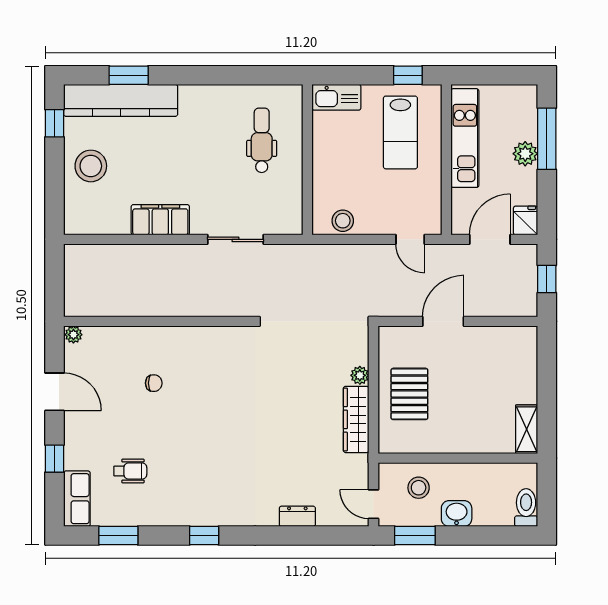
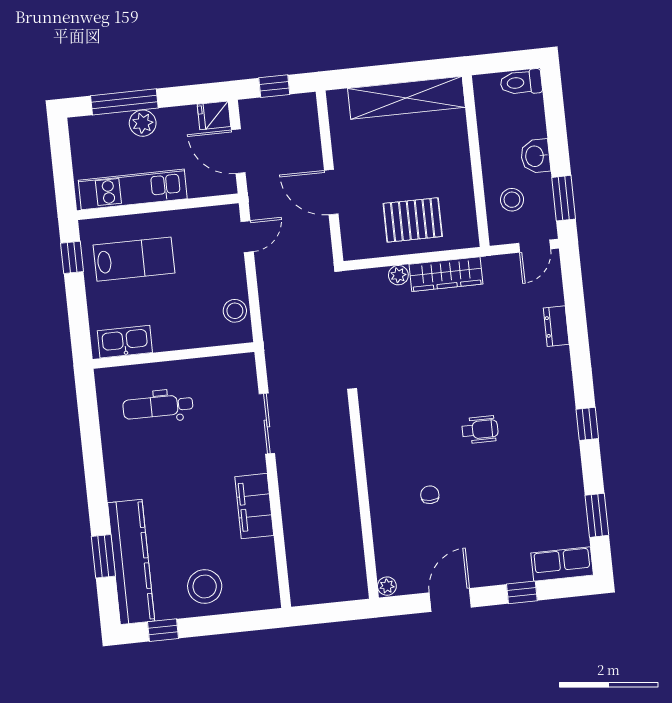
kitchen sink: (336, 97) -> (125, 342), moved, turned -90
shelving: (527, 429) -> (406, 98), width x2.20, depth x1.33
wheelchair: (130, 471) -> (480, 430), moved, turned 90

